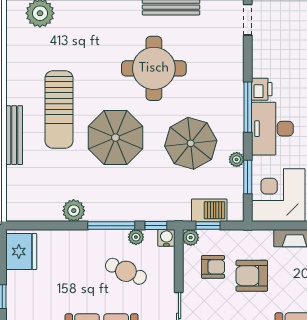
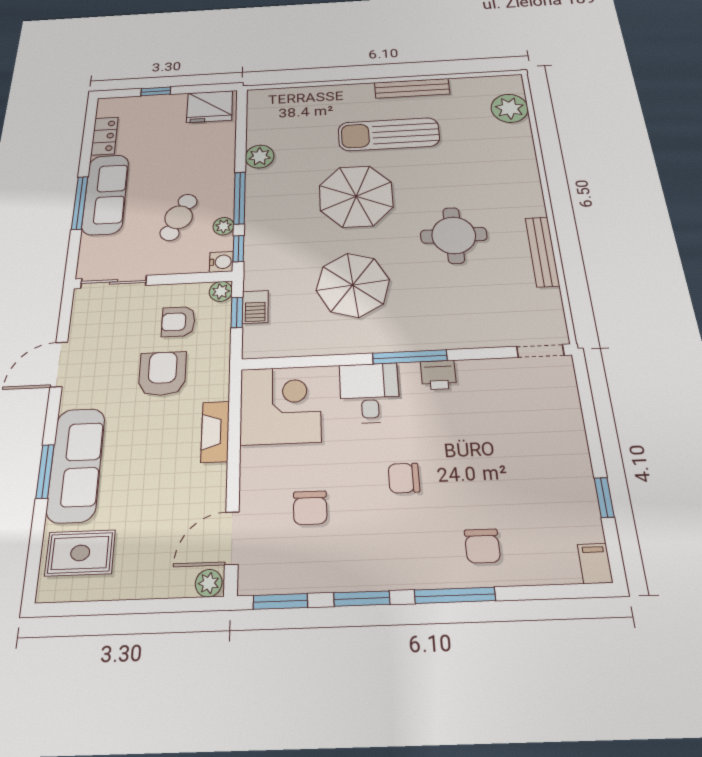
round table: (154, 68) -> (454, 235), width x0.73, depth x0.73
desk: (272, 129) -> (369, 393), width x0.73
bench: (14, 135) -> (412, 88), moved
plant: (237, 159) -> (332, 345), removed
window: (248, 177) -> (307, 362), removed
barbecue: (209, 210) -> (255, 307), width x0.73, depth x0.79
armchair: (213, 267) -> (178, 322), turned 90

